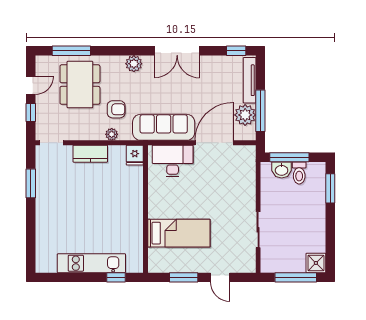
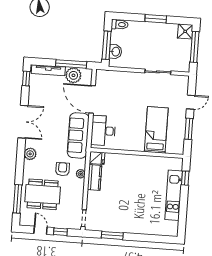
kitchen counter: (90, 154) -> (95, 178), moved
toilet: (299, 173) -> (120, 24), moved
window: (330, 188) -> (156, 19), moved

